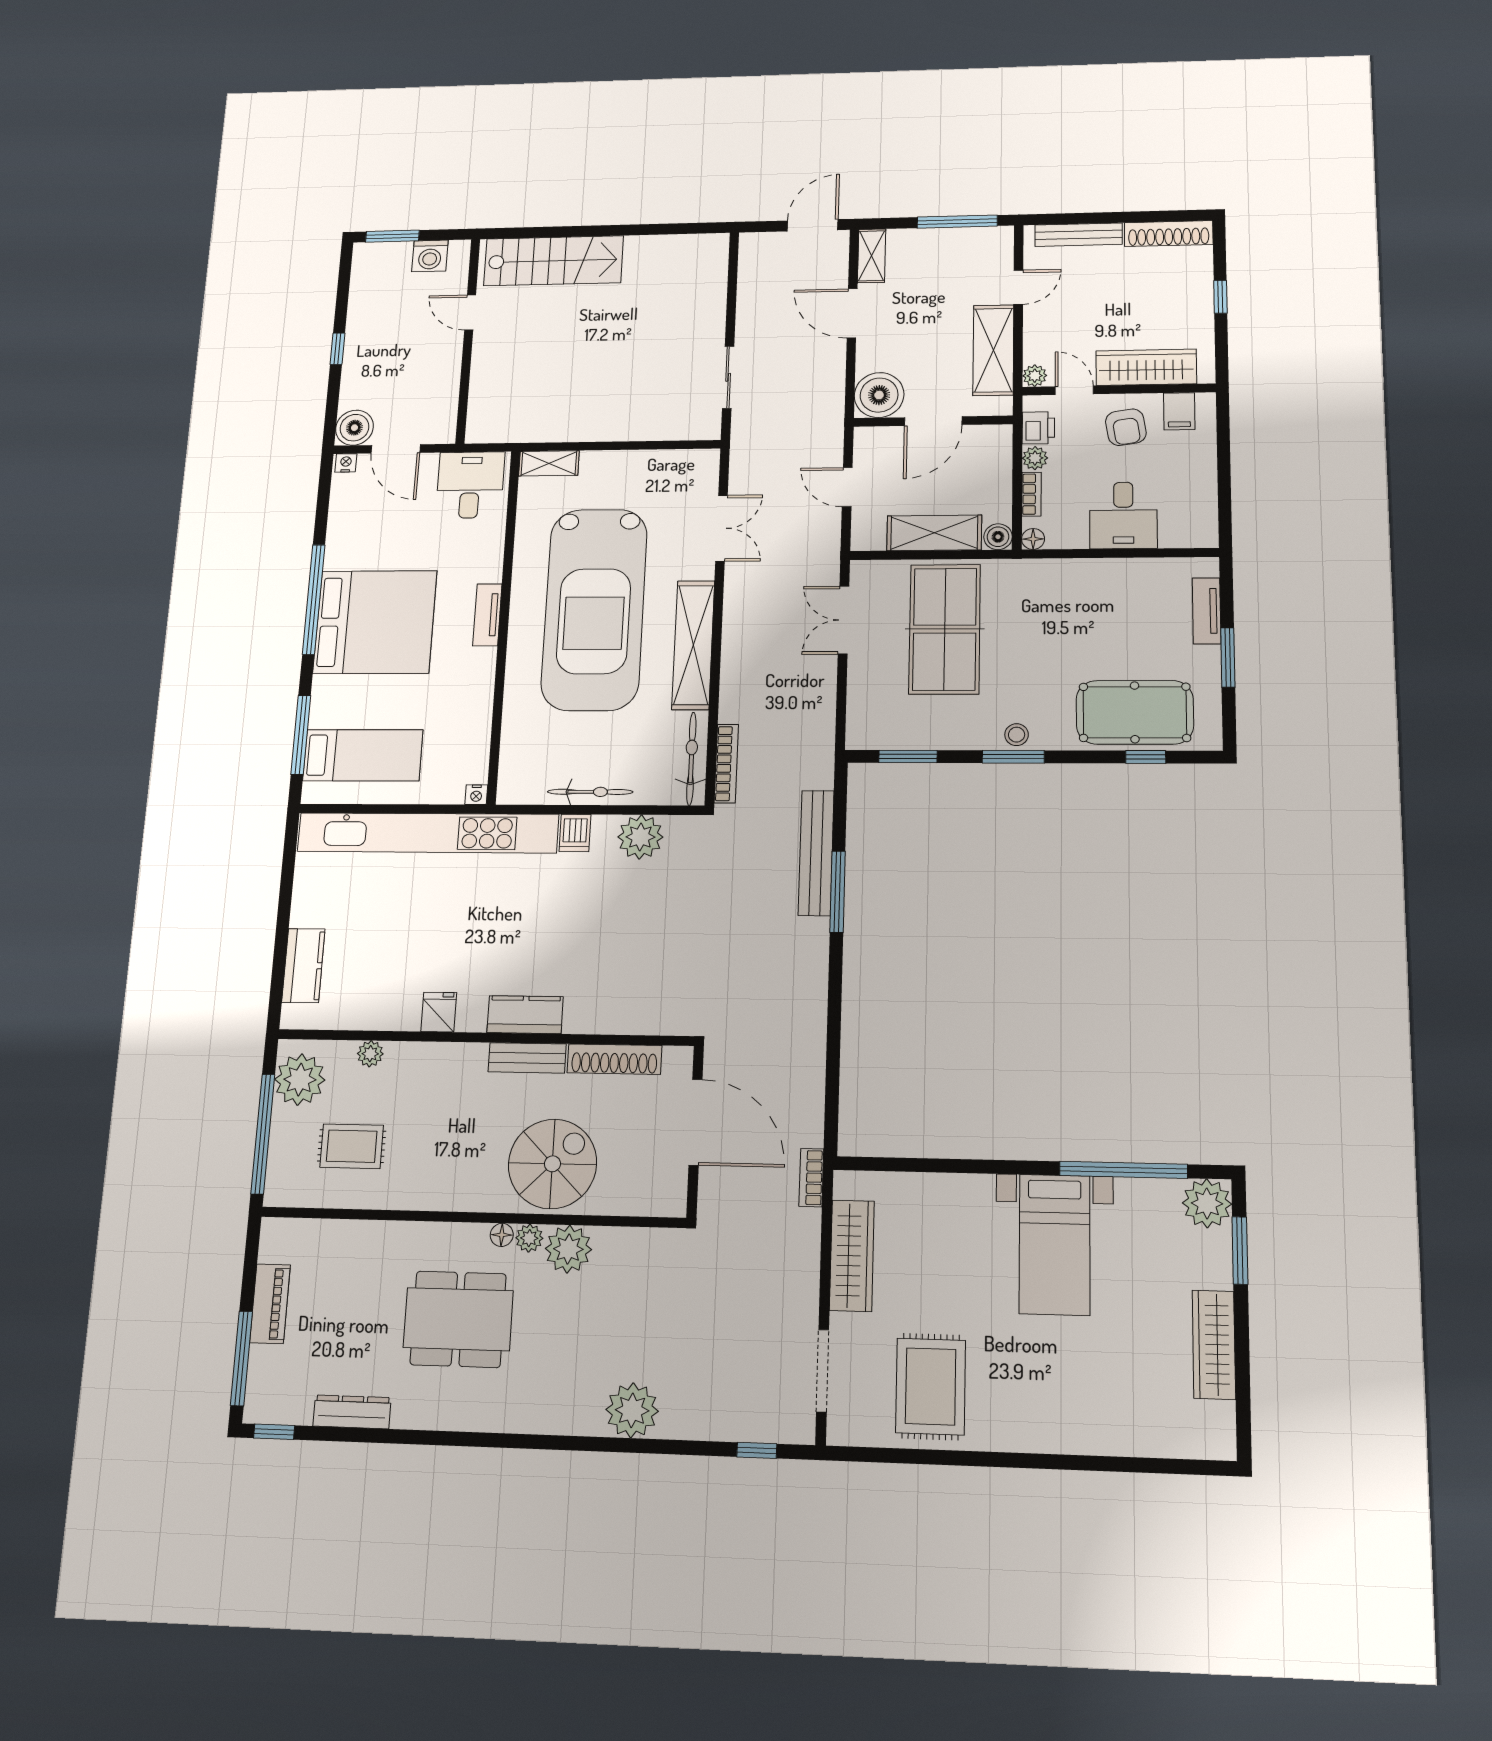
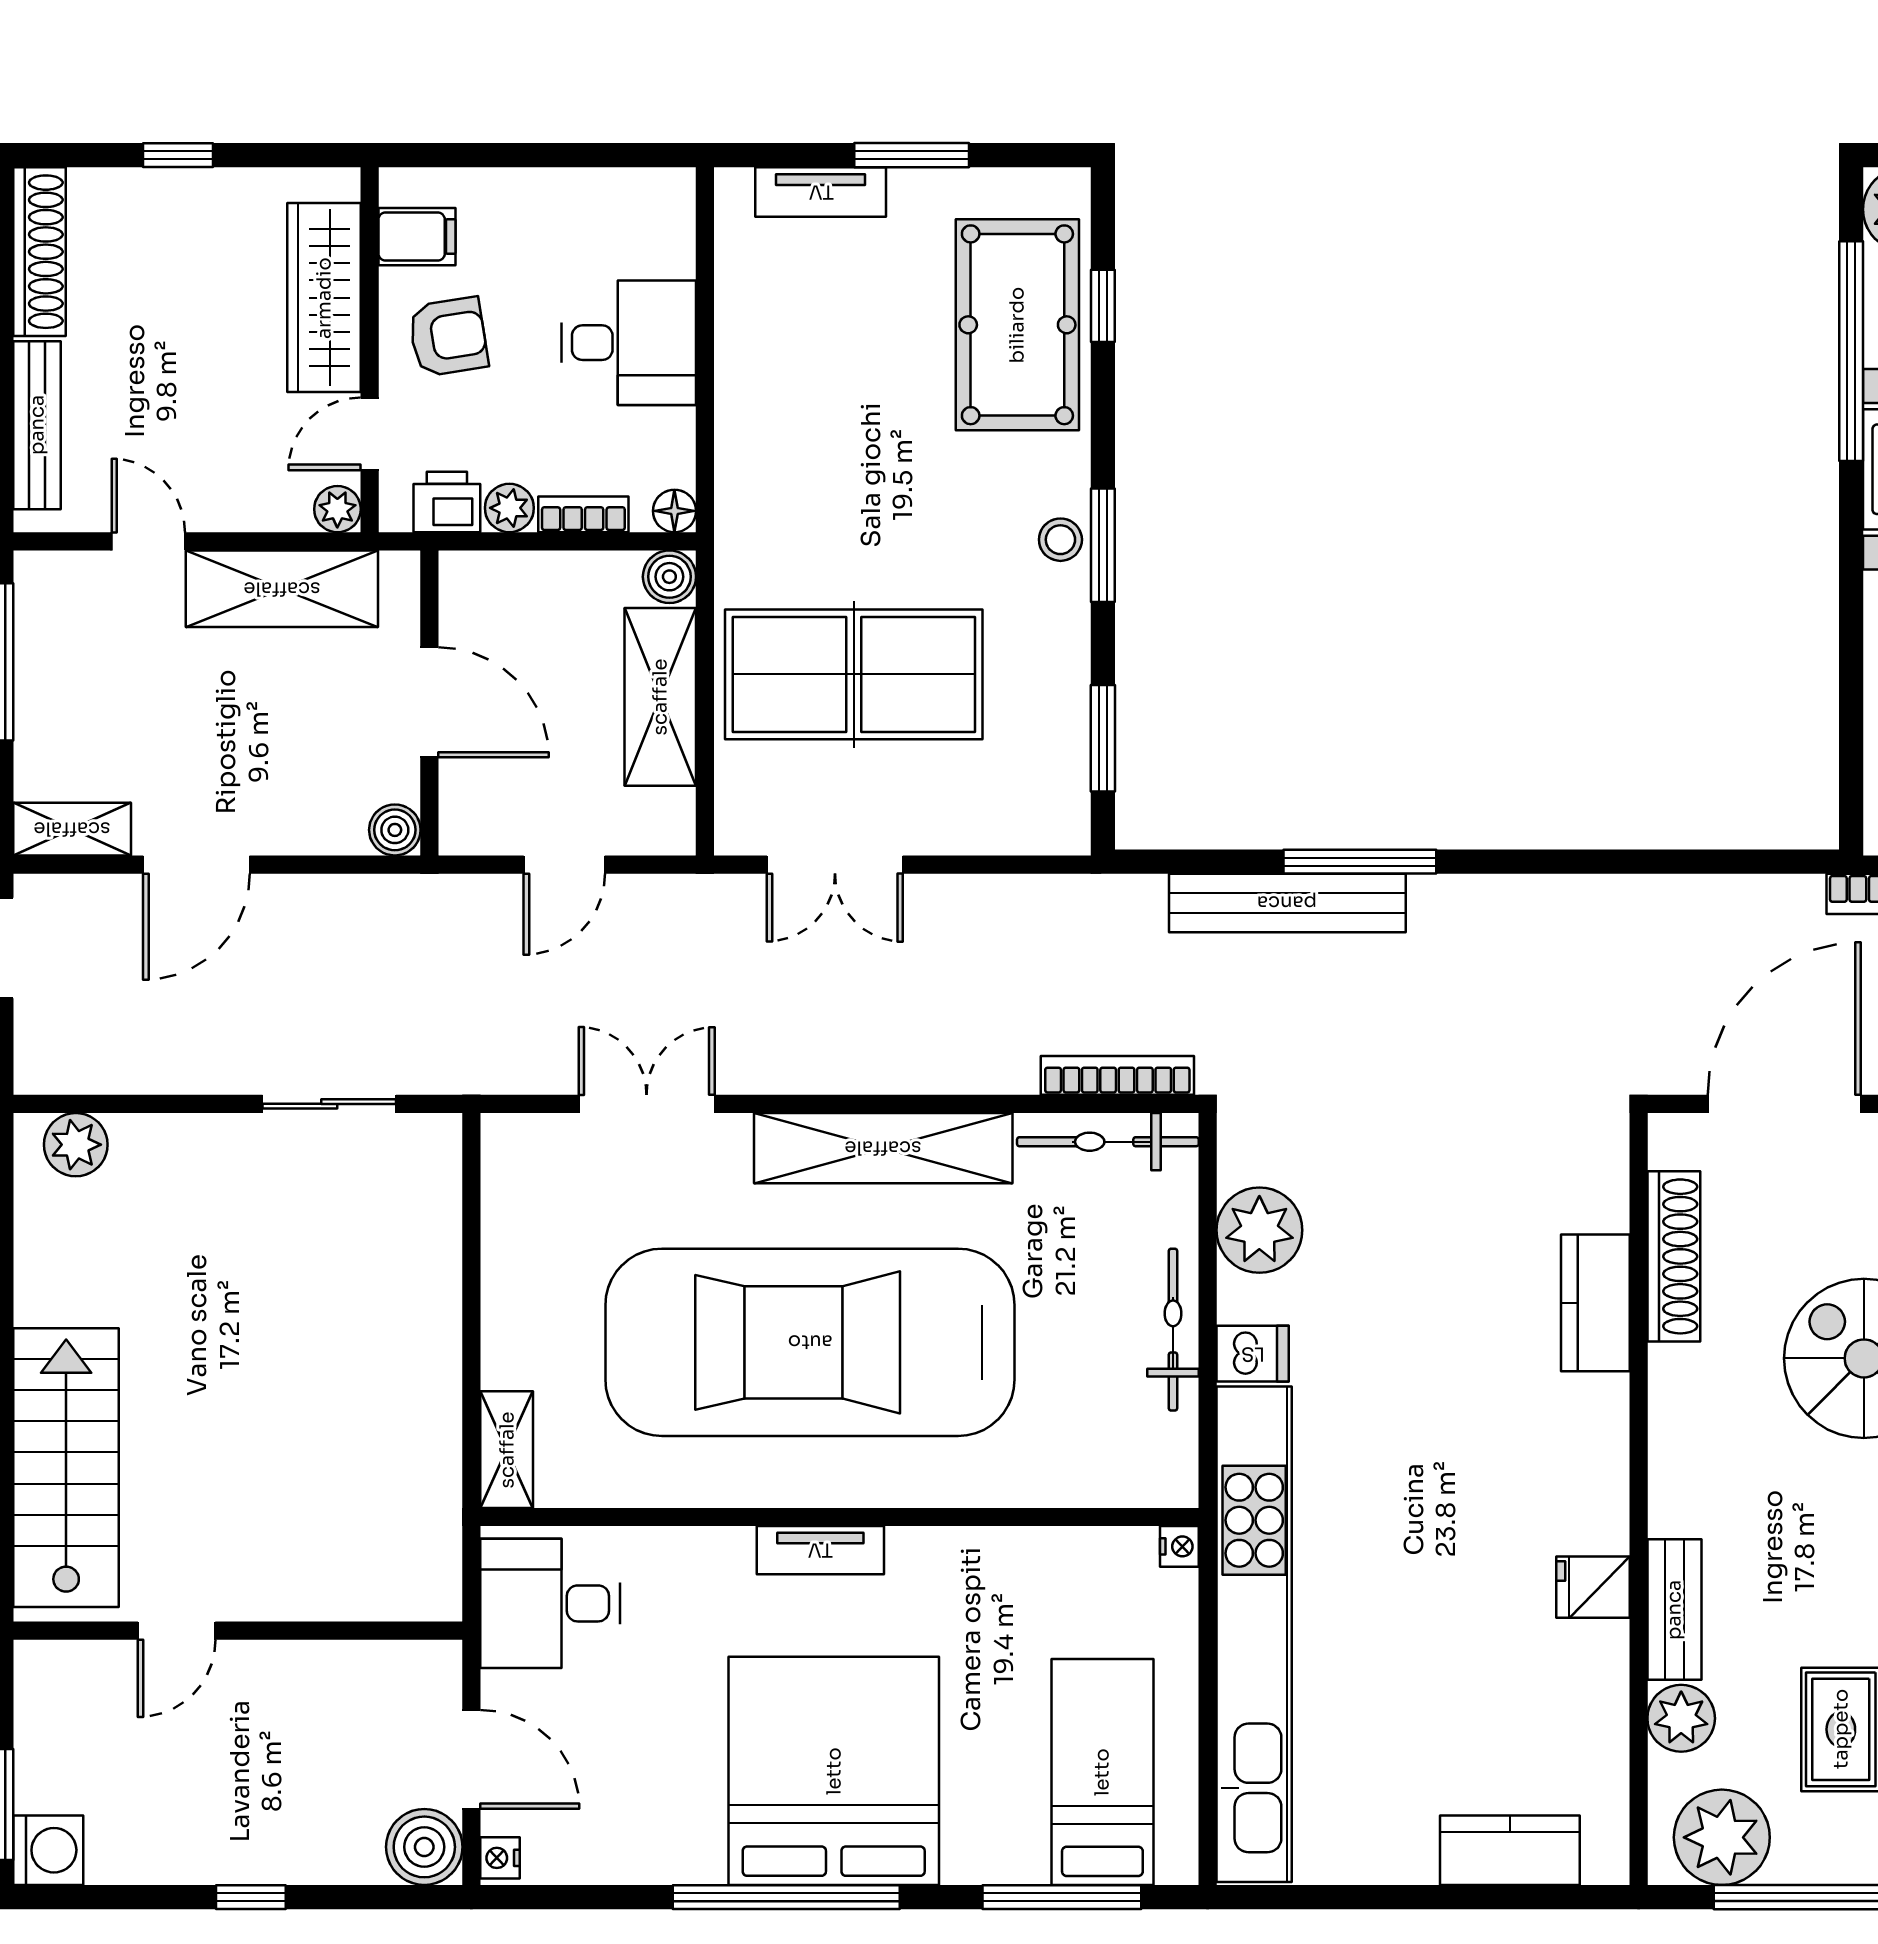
washing machine: (430, 256) -> (48, 1850), moved
plant: (713, 261) -> (76, 1145), added
boiler: (879, 395) -> (395, 830), width x0.54, depth x0.54
door: (396, 449) -> (471, 1759), hinge flipped
car: (594, 609) -> (810, 1342), turned 180
kitchen counter: (525, 1015) -> (1595, 1303), moved
plant: (370, 1054) -> (1681, 1718), width x1.38, depth x1.38
bench: (527, 1058) -> (1674, 1610), moved

